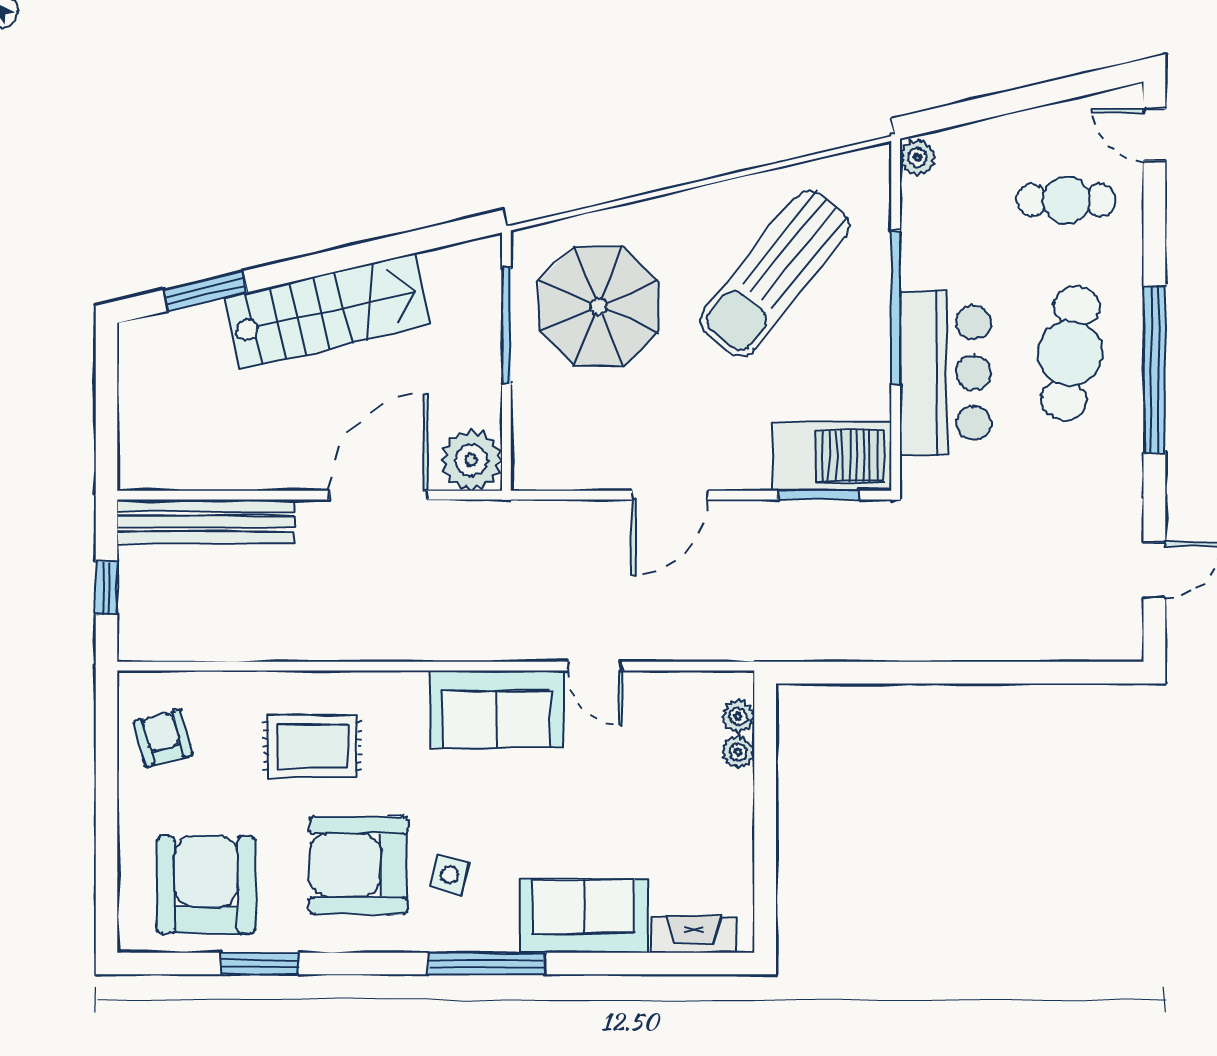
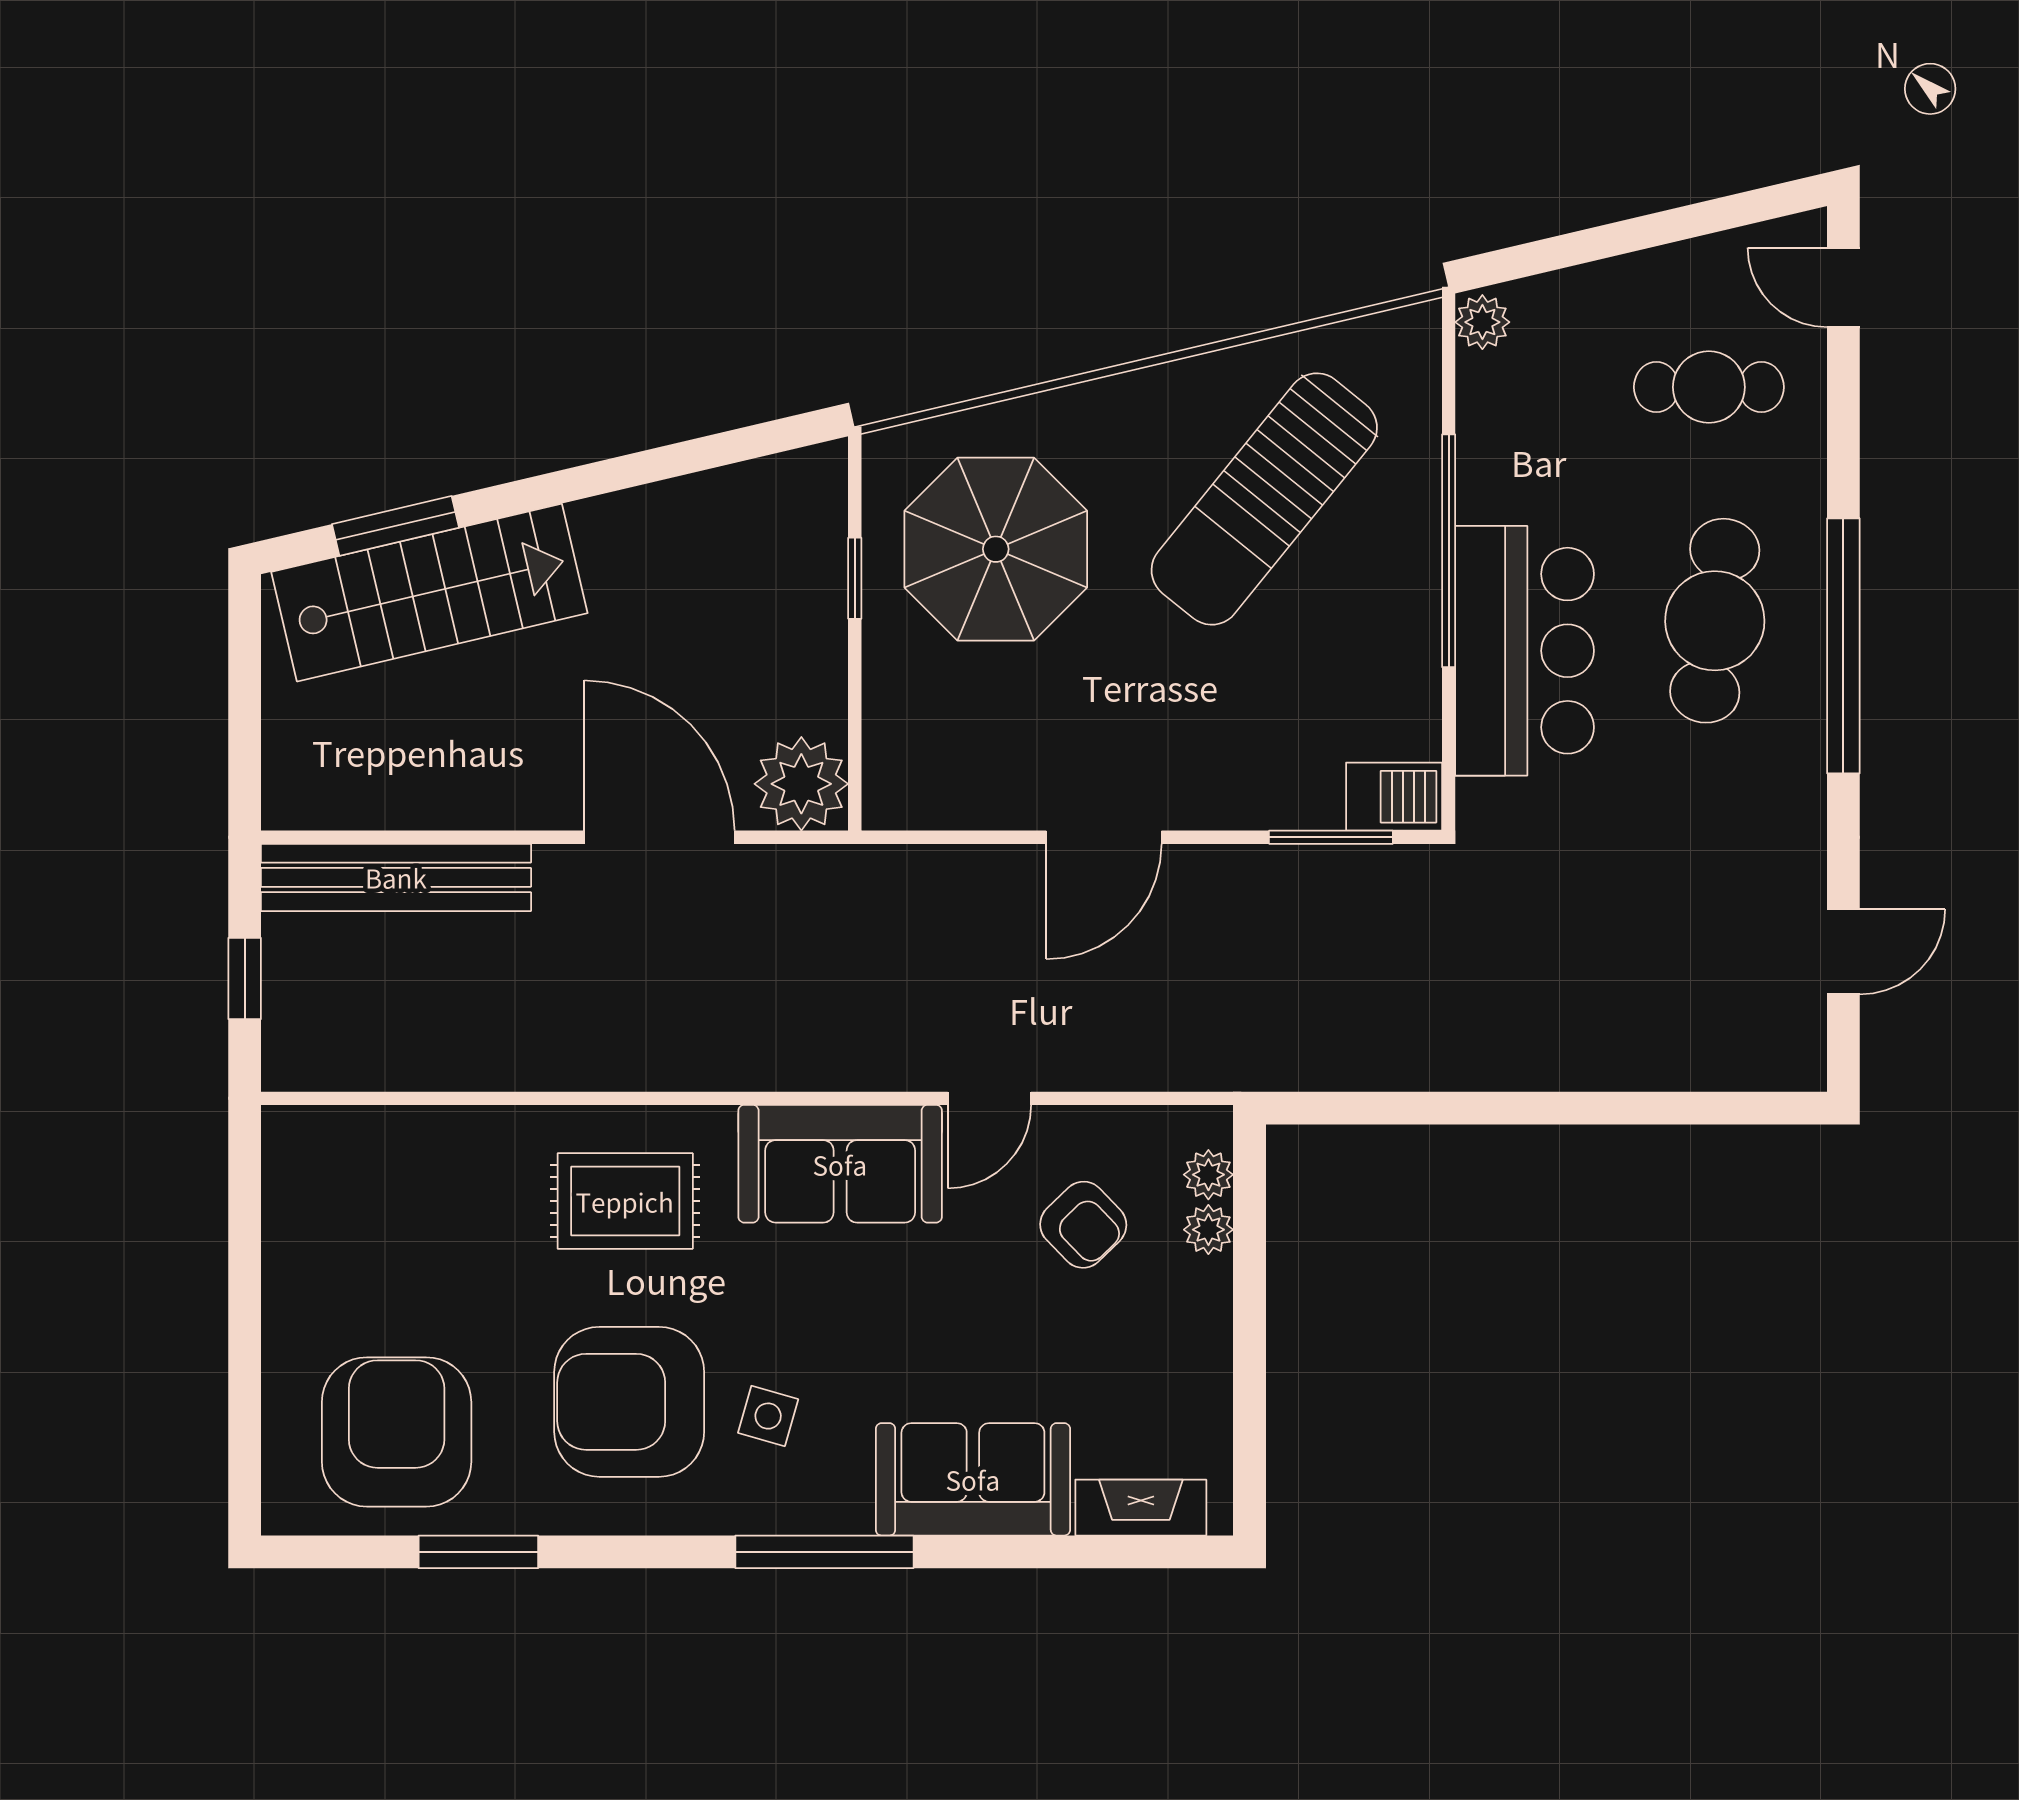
stairs: (327, 311) -> (429, 593), moved
window: (506, 325) -> (855, 578), width x0.46
barbecue: (832, 457) -> (1394, 797), width x0.53, depth x0.65
door: (378, 495) -> (659, 837), hinge flipped
door: (595, 666) -> (989, 1098), hinge flipped
armchair: (163, 738) -> (1083, 1225), moved, turned 151
rug: (312, 746) -> (625, 1201), moved

